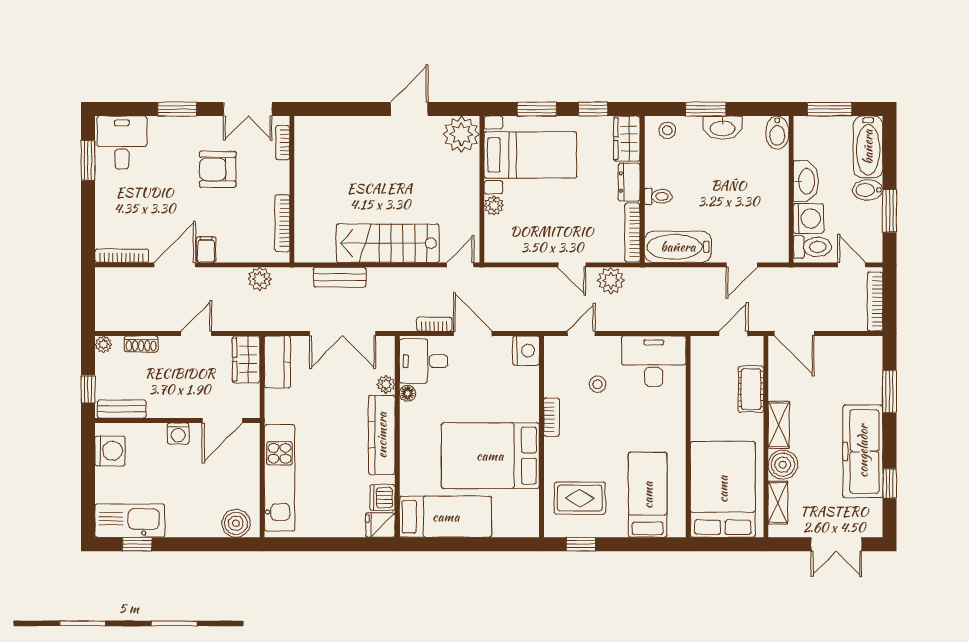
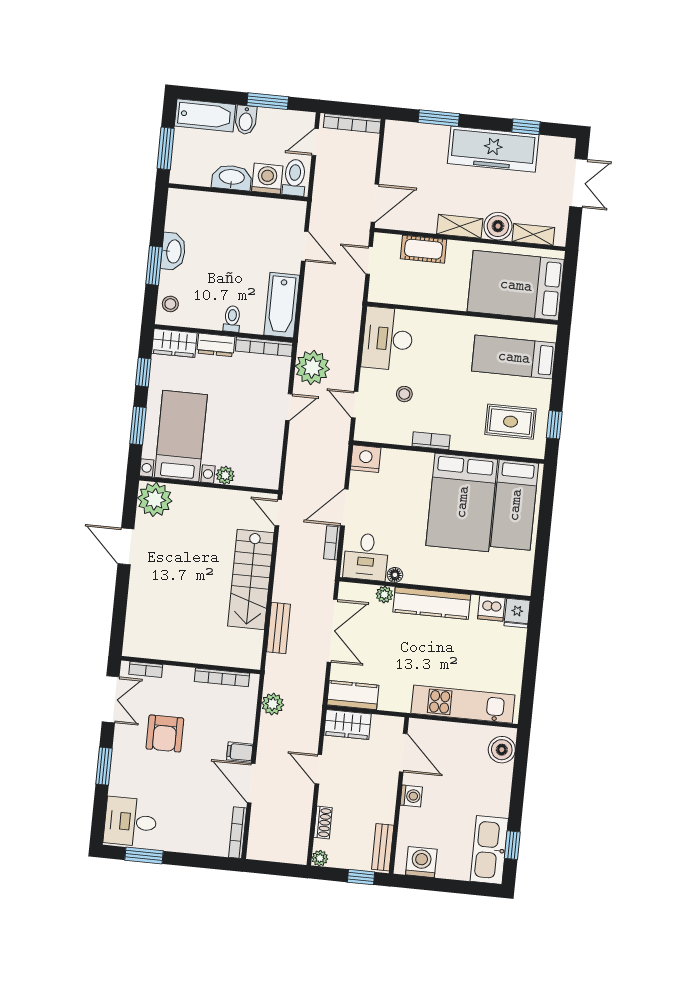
bidet: (777, 133) -> (183, 200), removed
plant: (611, 280) -> (312, 368), width x1.36, depth x1.36
rug: (580, 498) -> (511, 422), turned 90
bed: (446, 517) -> (515, 505), moved, turned 180

